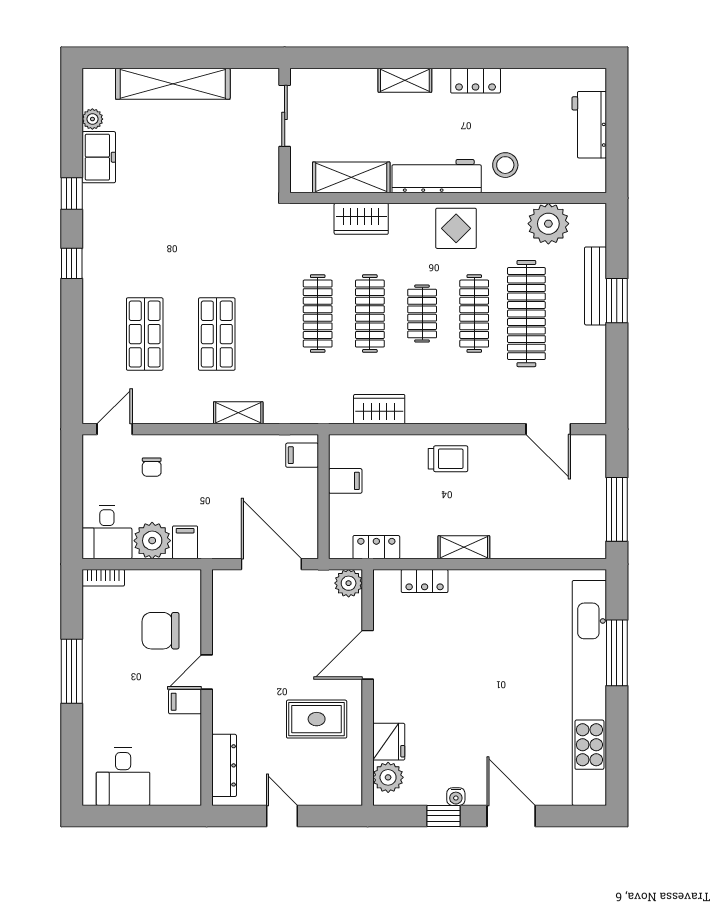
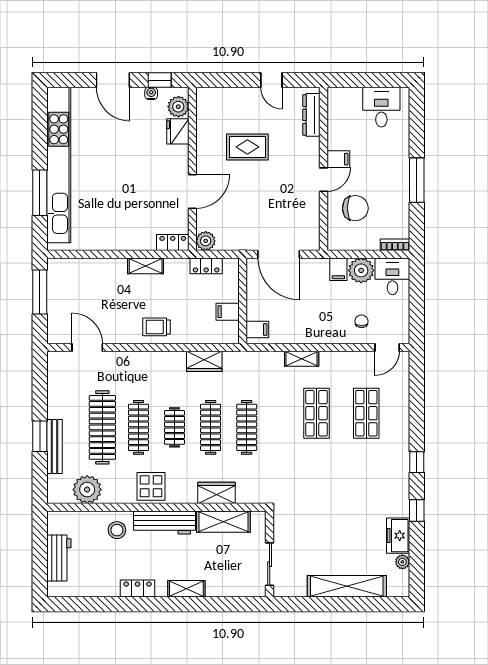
plant: (349, 583) -> (206, 241), moved
door: (368, 655) -> (192, 191), moved
wall: (368, 687) -> (192, 169), moved
fridge: (389, 742) -> (178, 131), moved
plant: (388, 777) -> (178, 107), moved

